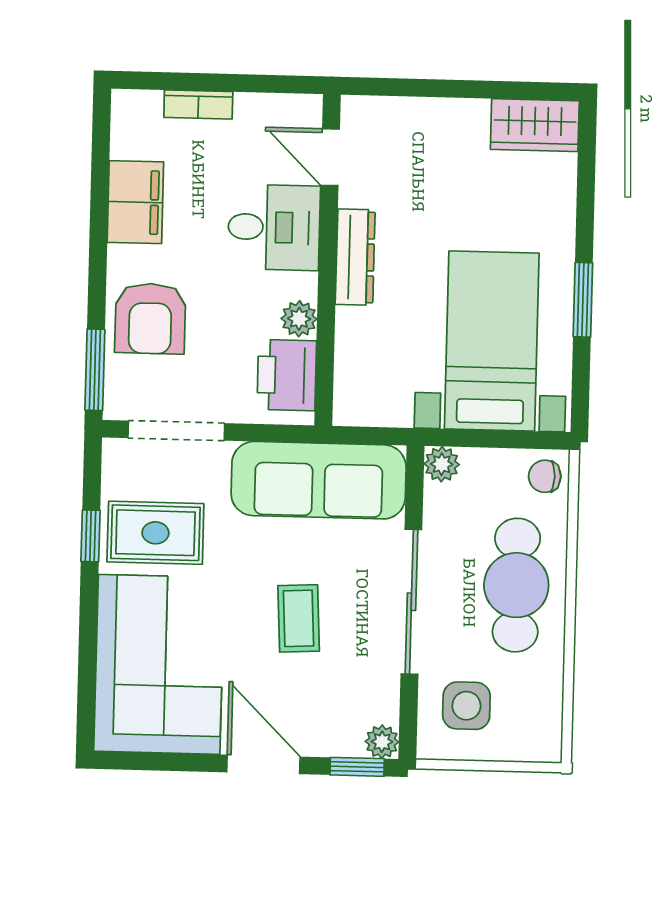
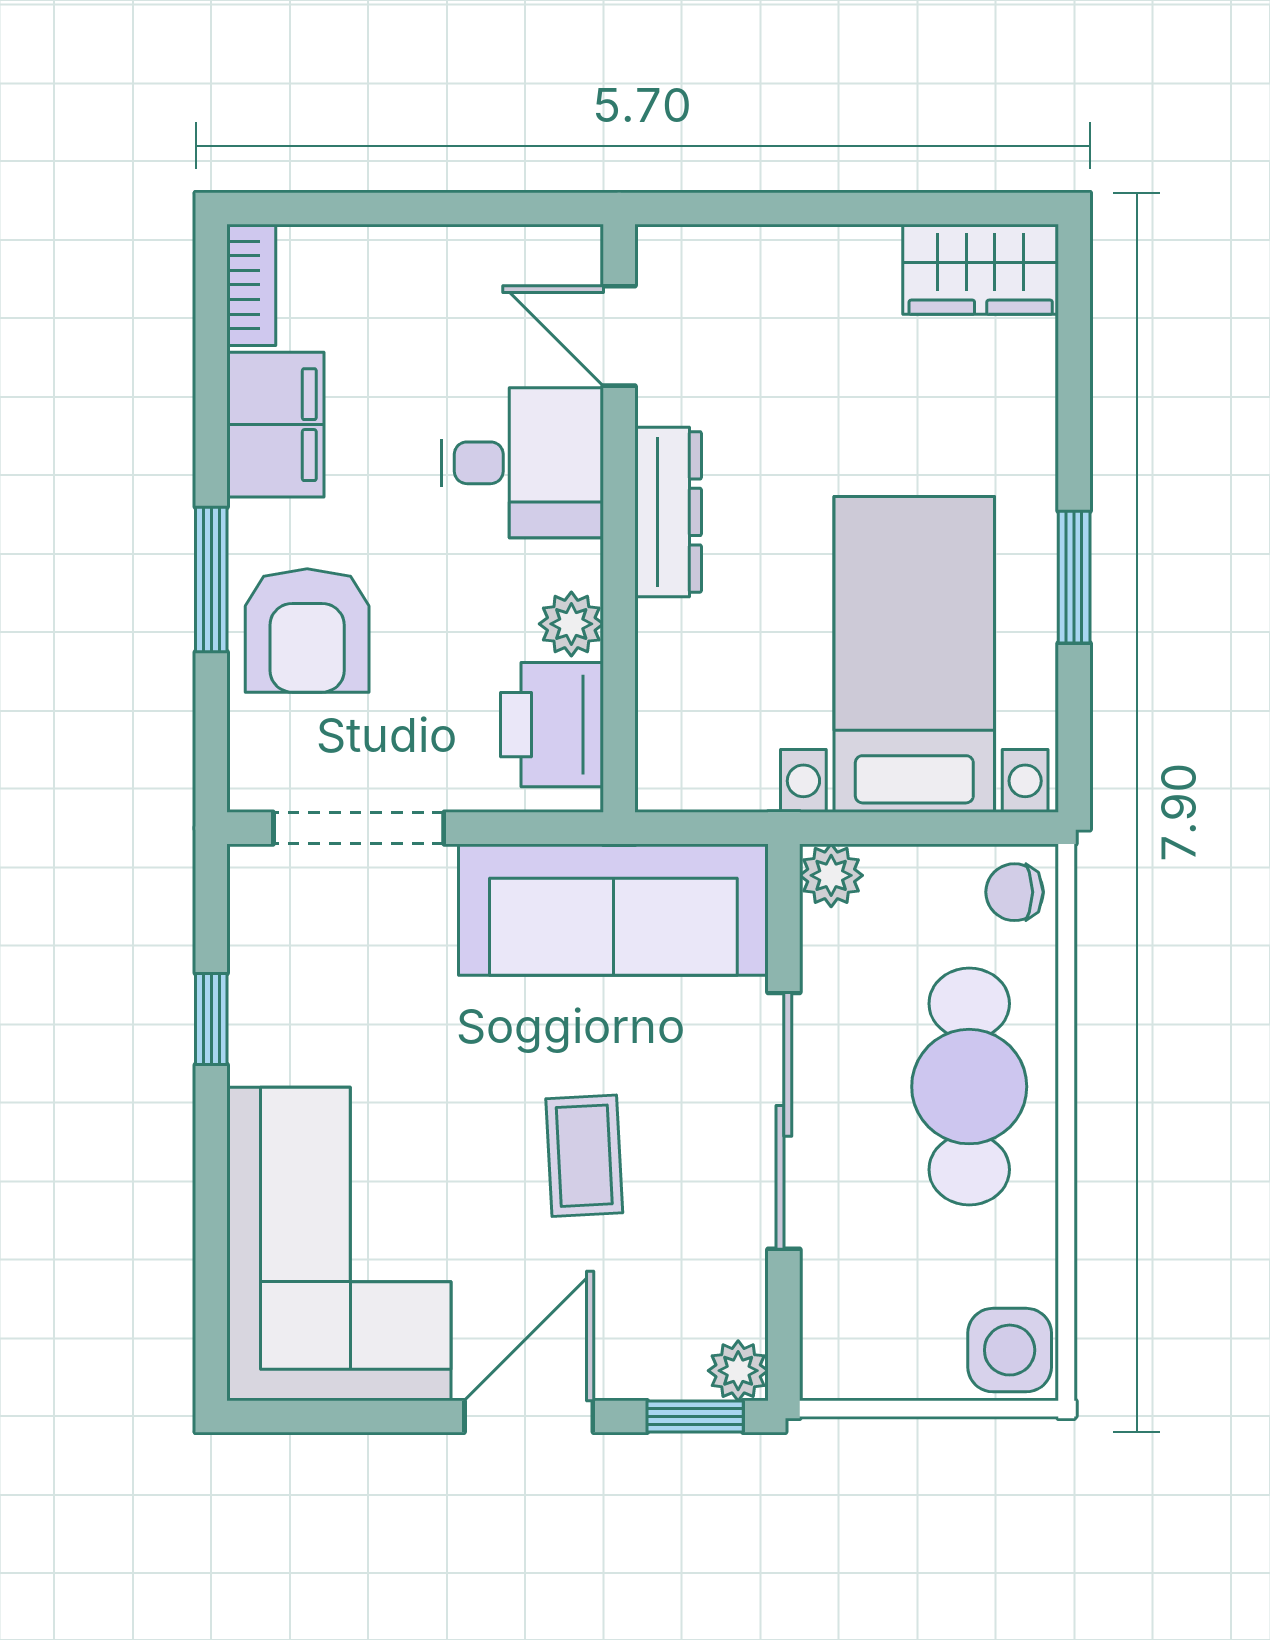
bookcase: (198, 105) -> (251, 285), moved, turned -90
window: (95, 370) -> (211, 580), moved
rug: (155, 533) -> (326, 1011), removed
side table: (466, 706) -> (1010, 1350), moved
door: (263, 764) -> (529, 1416), hinge flipped

